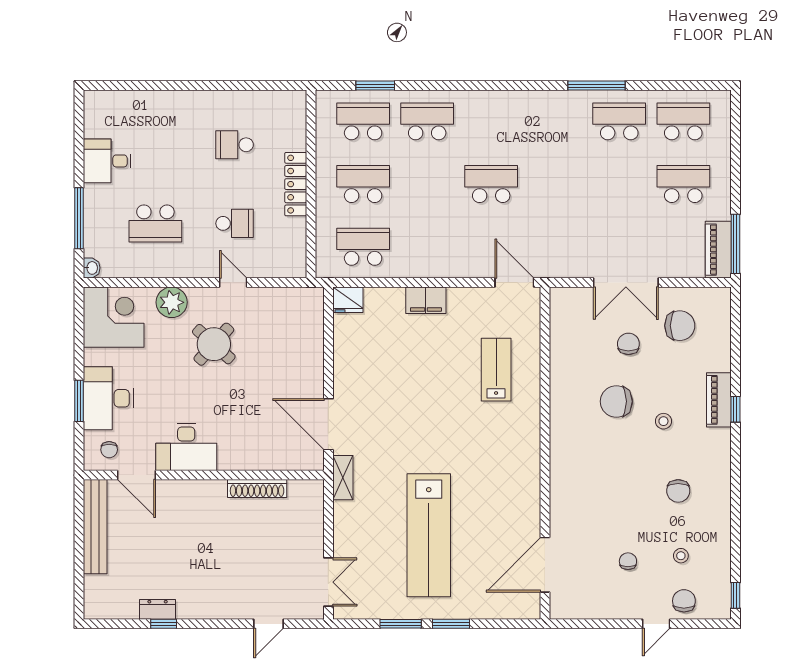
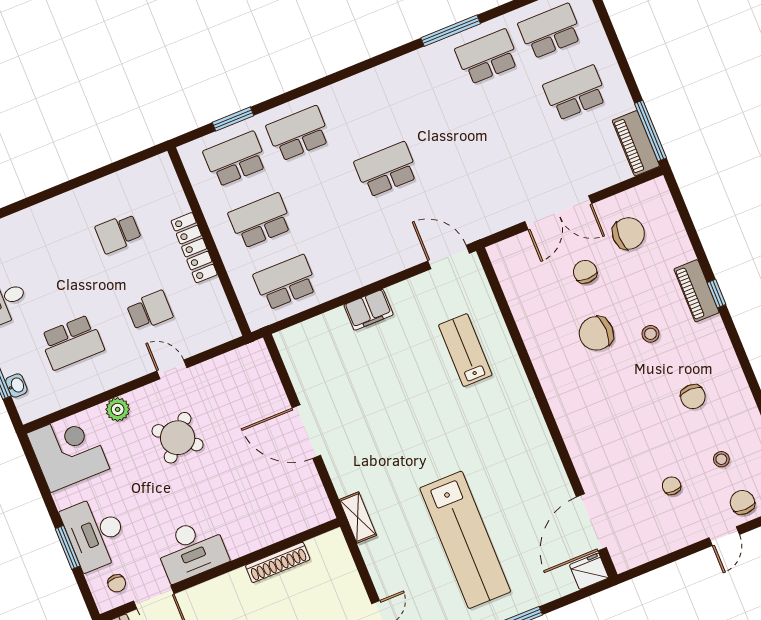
washbasin: (92, 268) -> (16, 385), moved
fridge: (348, 300) -> (589, 571), moved, turned 180
plant: (172, 302) -> (118, 409), width x0.73, depth x0.73
door: (328, 424) -> (306, 432), moved

